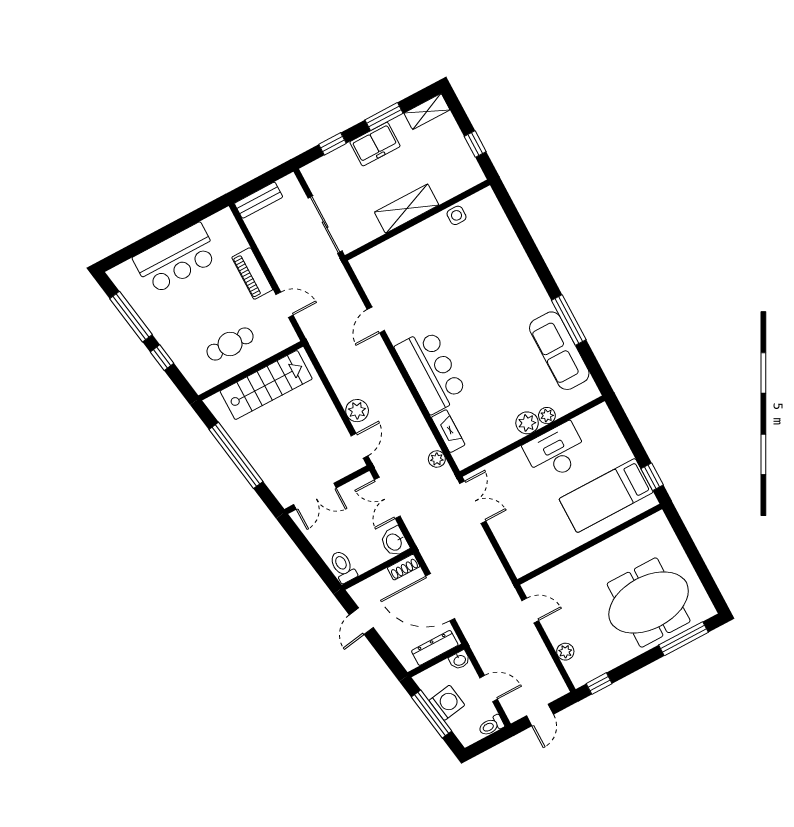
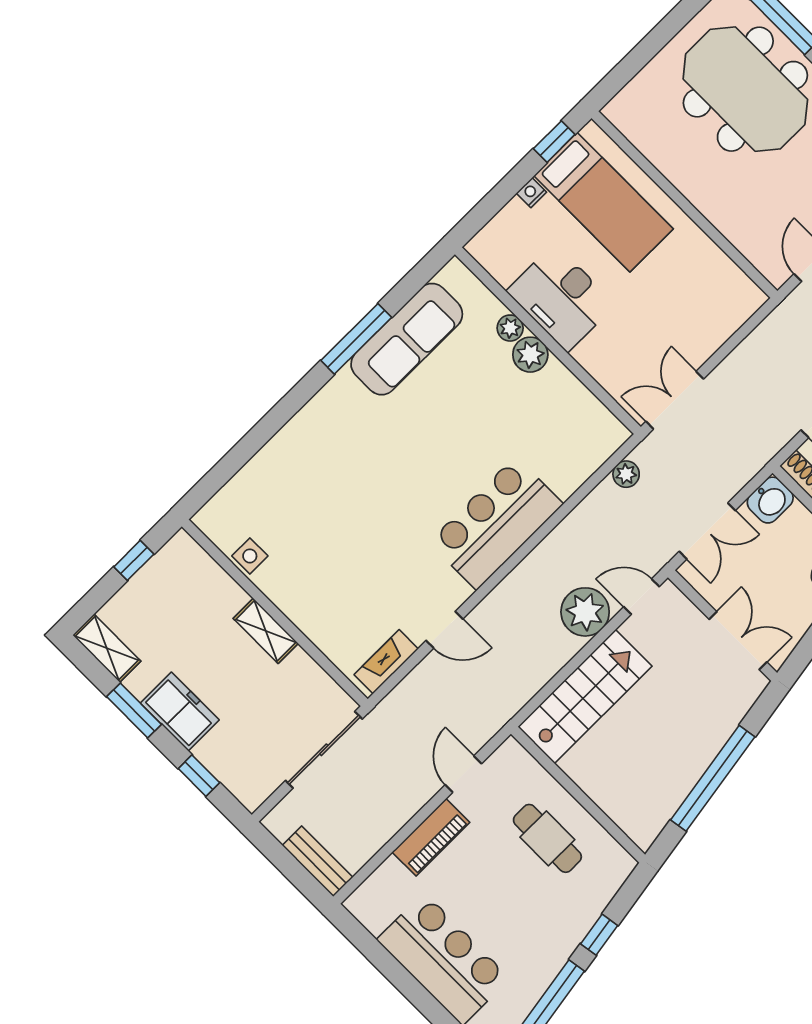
shelving: (407, 209) -> (266, 631), width x0.67, depth x0.75
stairs: (266, 385) -> (585, 697), moved, turned 90
plant: (357, 411) -> (585, 612), width x1.36, depth x1.36
fireplace: (448, 431) -> (386, 662), moved
nightstand: (625, 453) -> (531, 193), added

